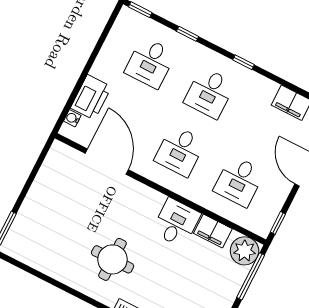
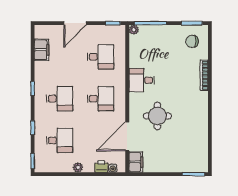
plant: (99, 69) -> (78, 167), added
printer: (91, 97) -> (101, 166), width x0.53, depth x0.68
filing cabinet: (213, 231) -> (136, 162), moved
plant: (245, 251) -> (134, 30), width x0.53, depth x0.53
round table: (113, 259) -> (157, 116), moved

